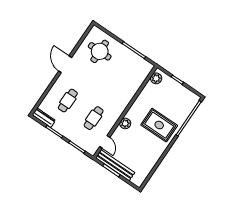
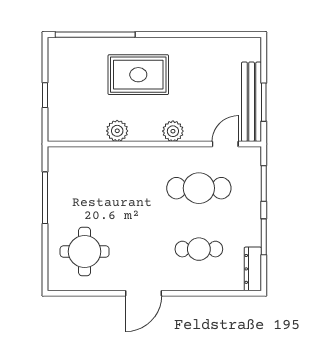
plant: (156, 78) -> (117, 131), moved
cafe table: (94, 118) -> (199, 188), width x1.37, depth x1.35
rug: (159, 125) -> (138, 75), turned 90

